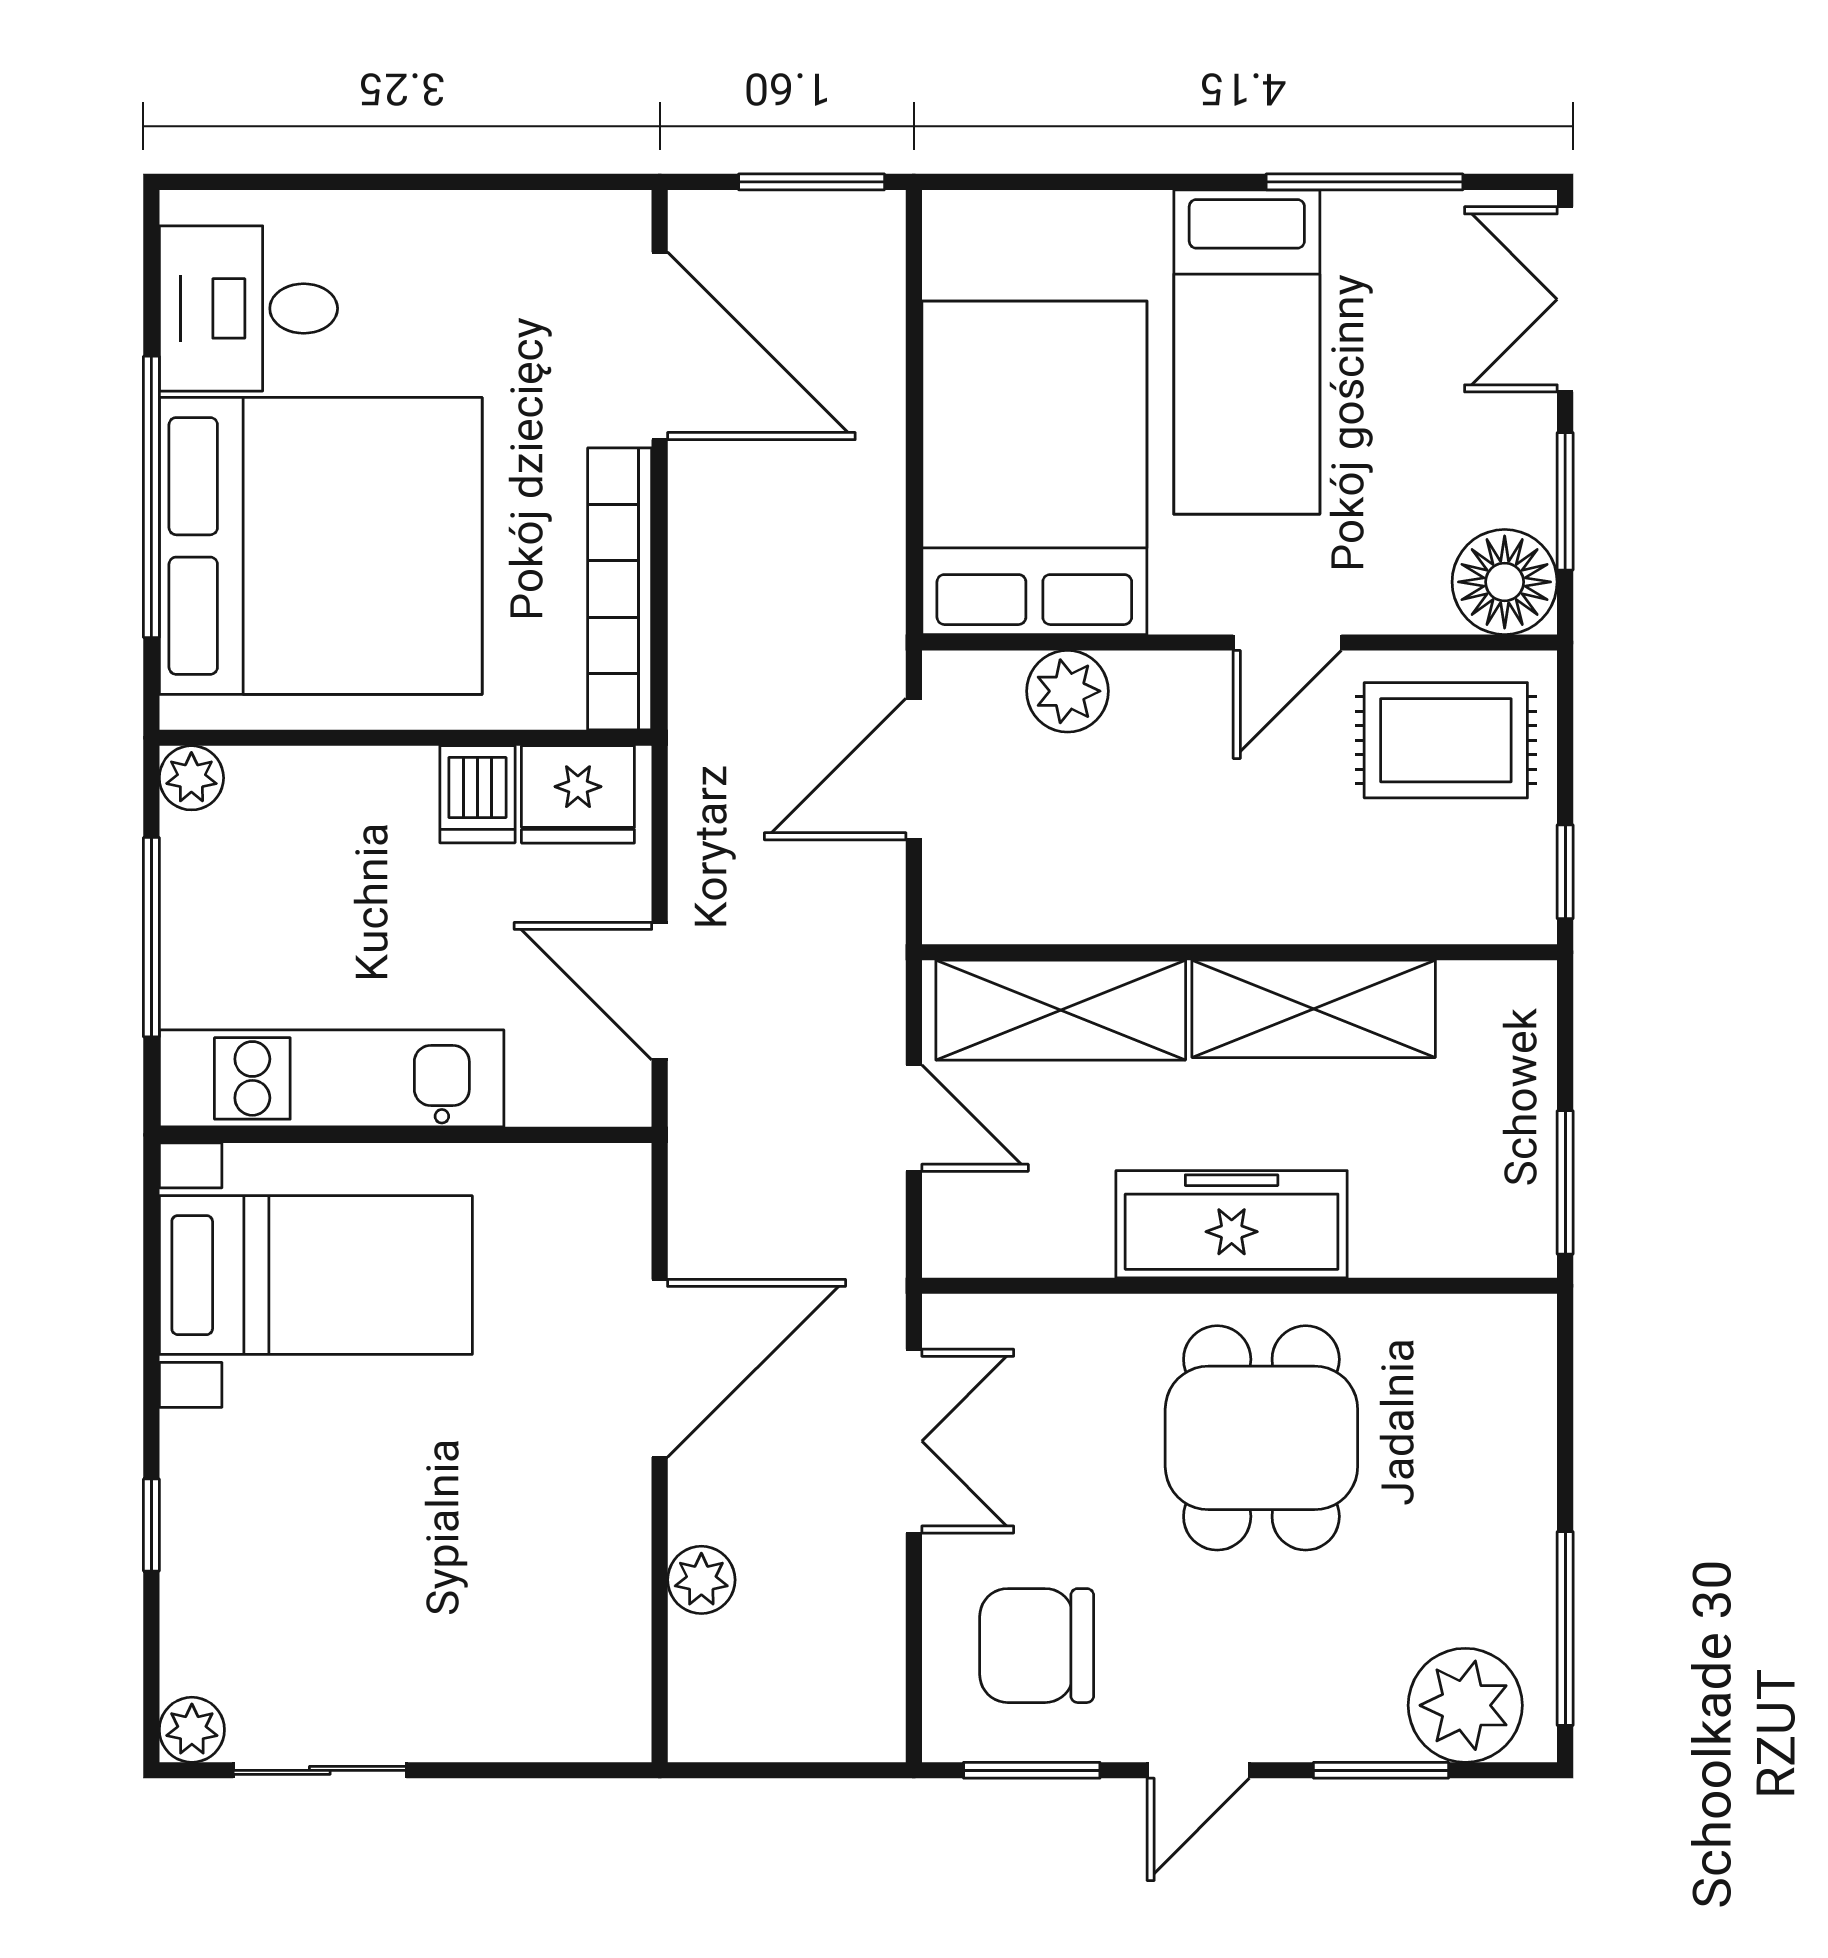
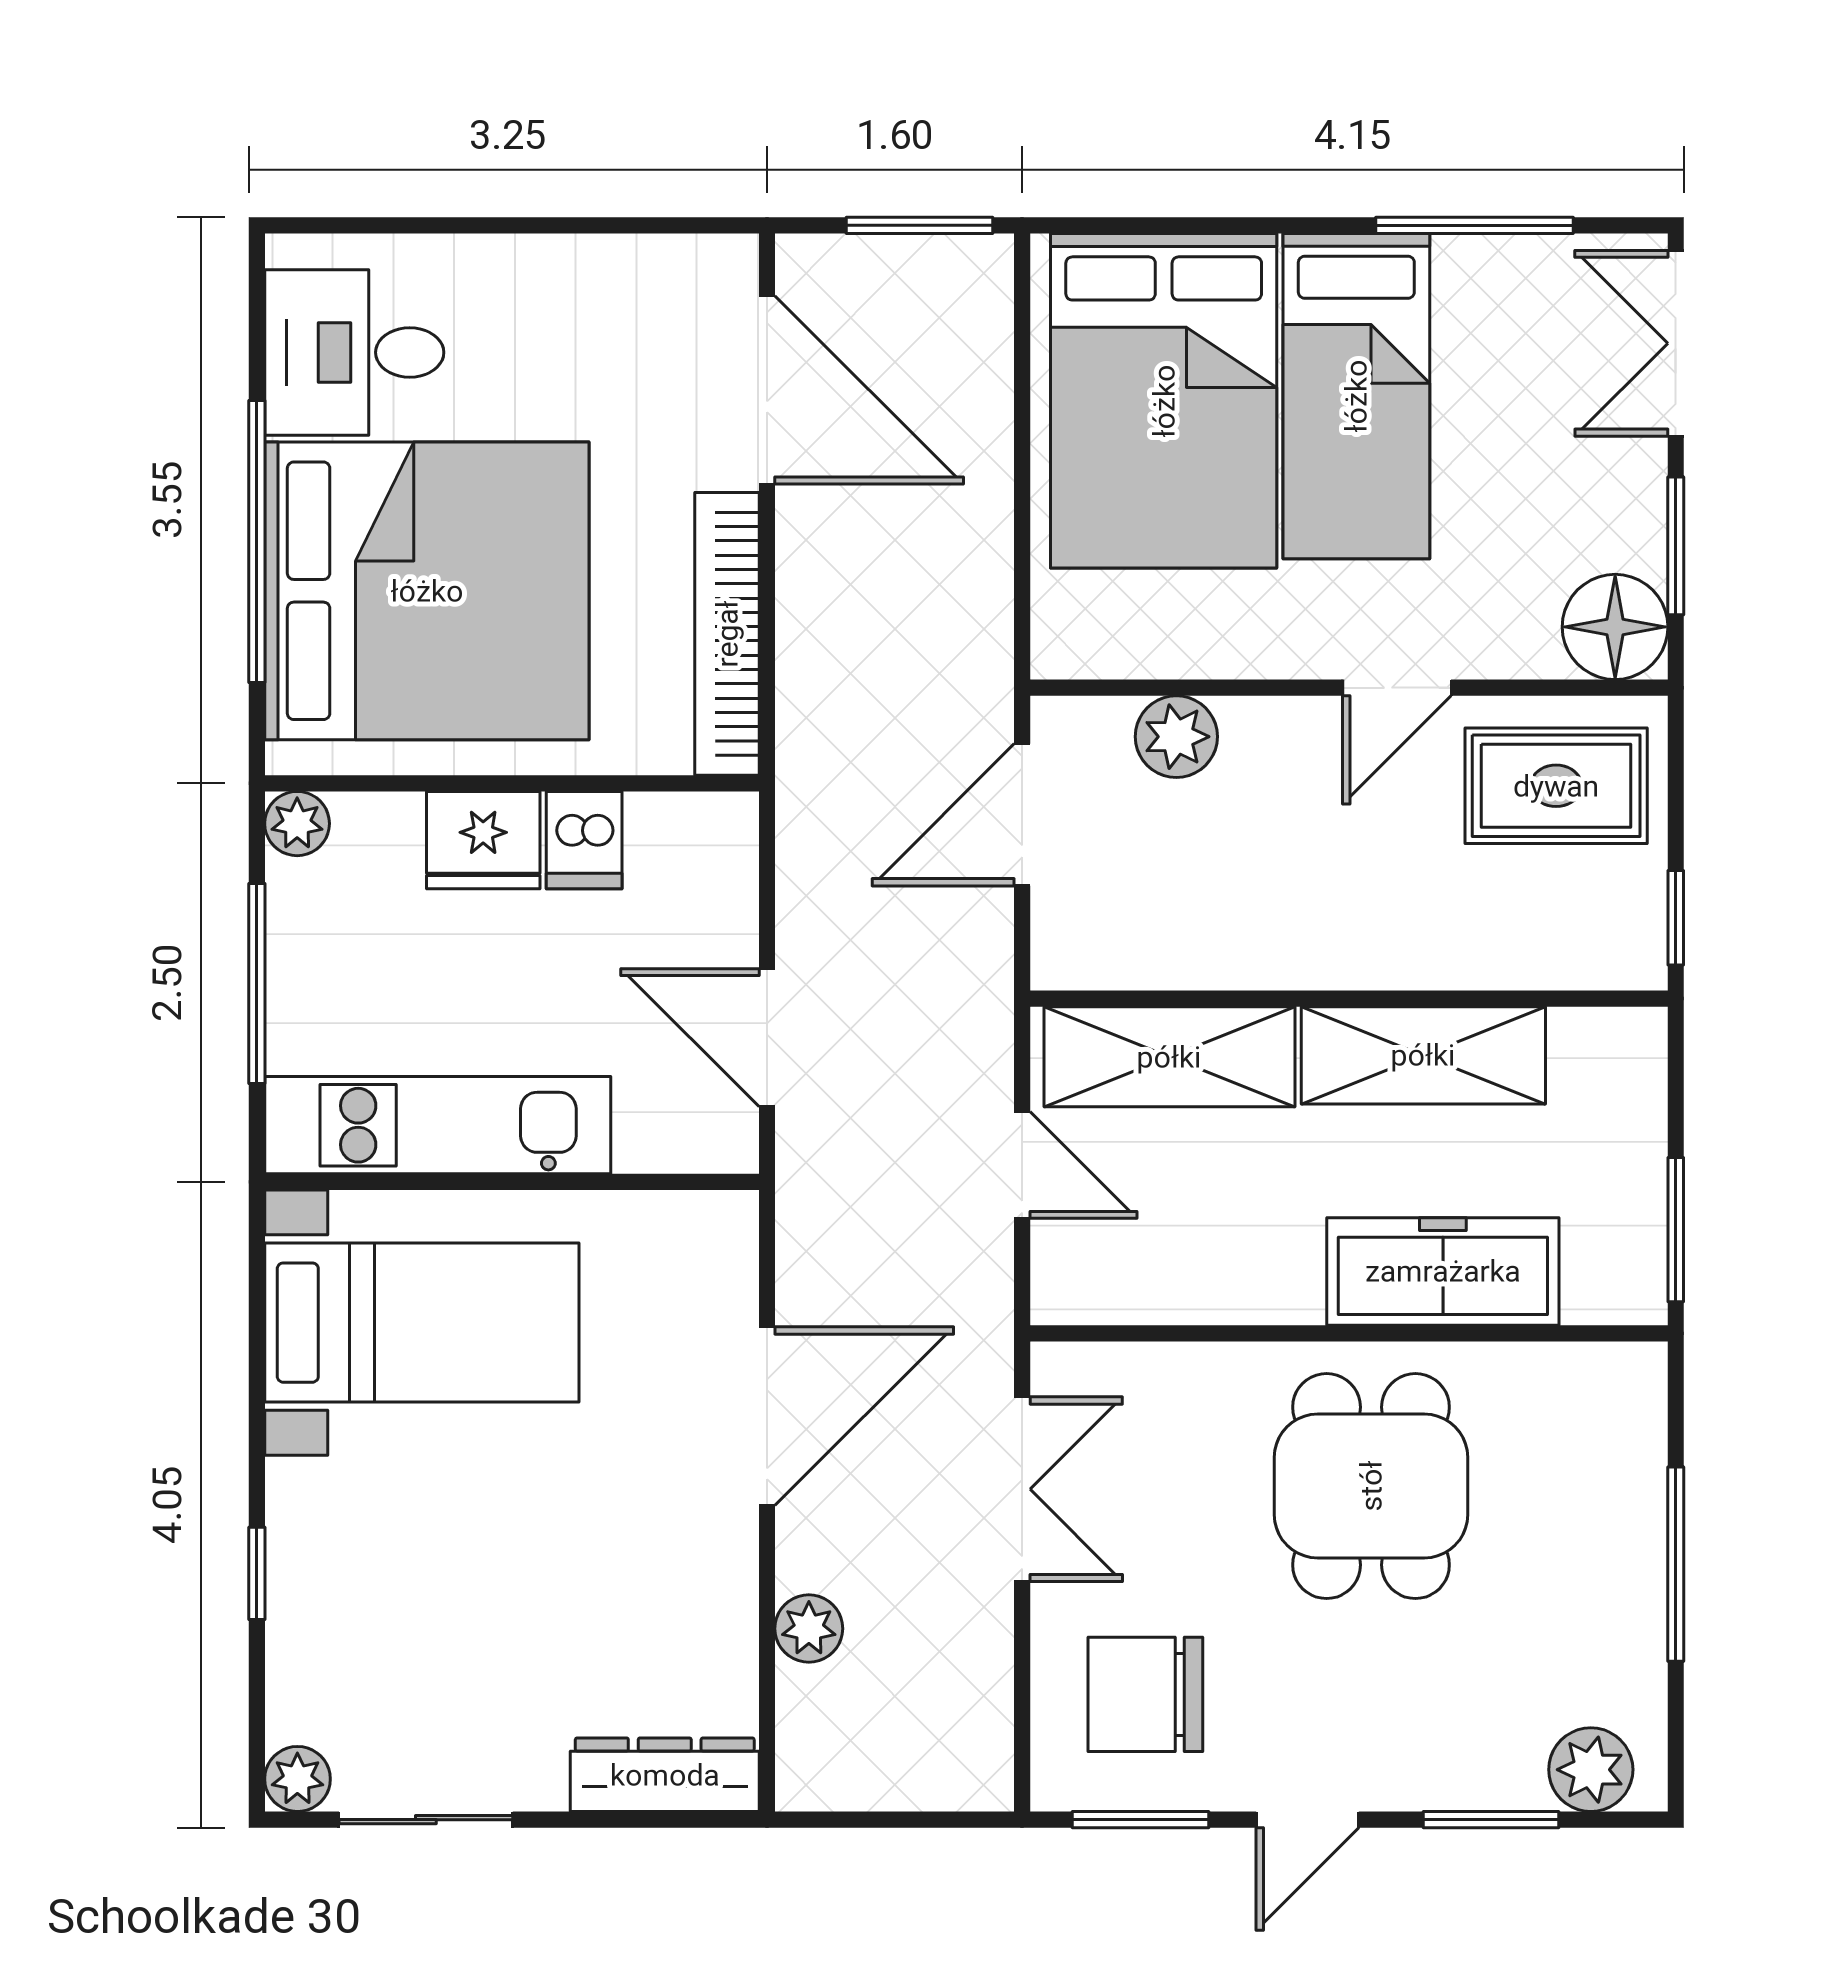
bed: (1034, 468) -> (1164, 401), moved, turned 180
fridge: (578, 794) -> (483, 840), moved
freezer: (1232, 1224) -> (1443, 1271), moved
window: (1565, 1628) -> (1676, 1564), moved
plant: (1465, 1705) -> (1591, 1770), width x0.73, depth x0.73
dresser: (558, 1726) -> (665, 1775), added

